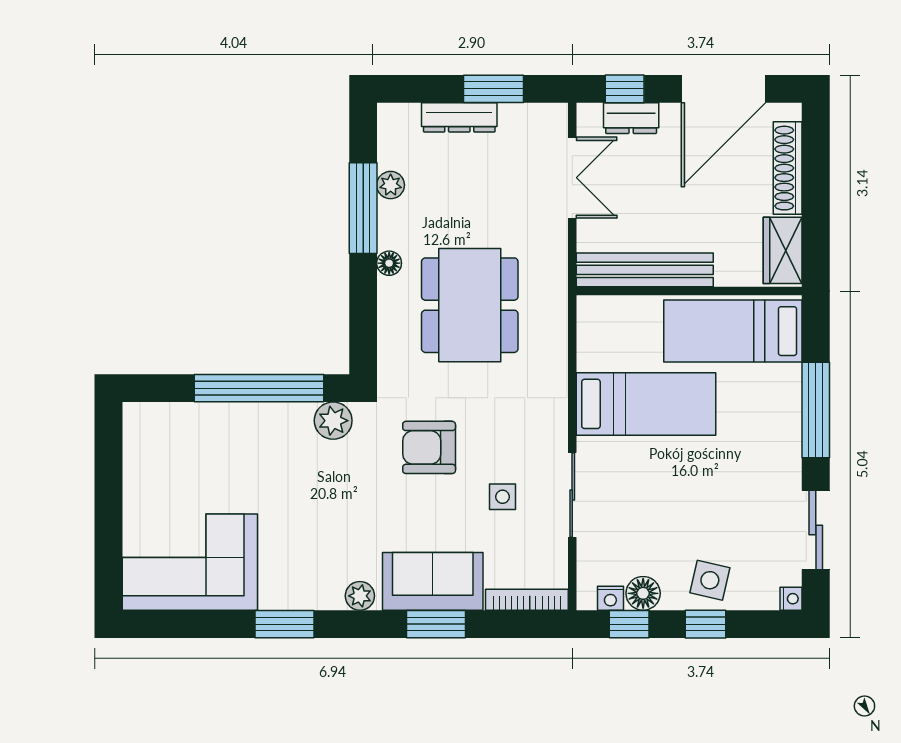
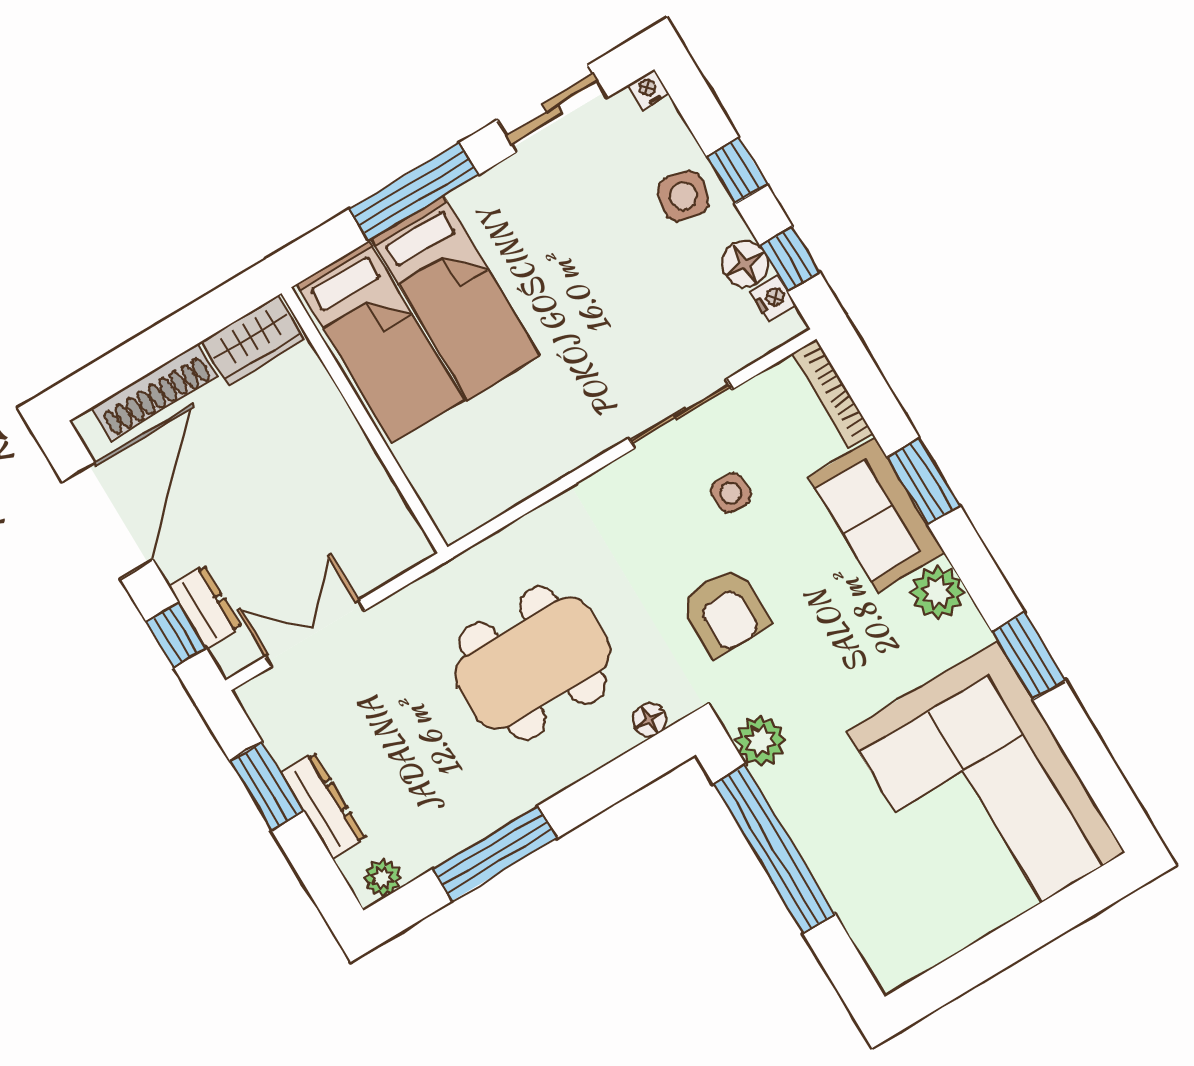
door: (723, 89) -> (108, 521), hinge flipped
plant: (391, 185) -> (383, 878), moved
floor lamp: (389, 263) -> (649, 720), moved
bench: (645, 270) -> (371, 486), removed
bed: (646, 404) -> (456, 298), moved, turned 180
corner sofa: (190, 562) -> (986, 792), width x1.36, depth x1.36
plant: (360, 596) -> (938, 592), width x1.38, depth x1.38

